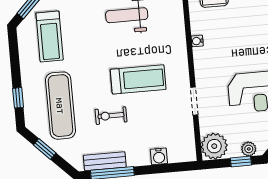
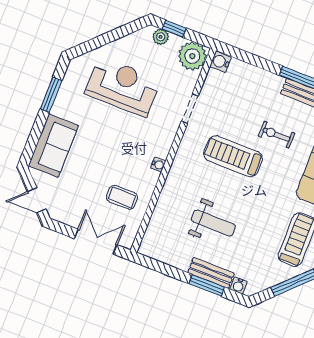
exercise bike: (111, 116) -> (276, 135), turned 180
water cooler: (159, 156) -> (220, 62), moved, turned -90

